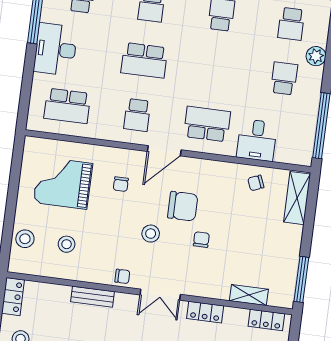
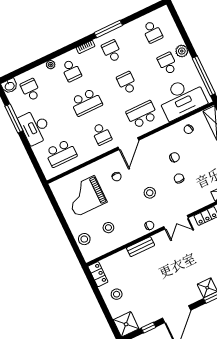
plant: (316, 56) -> (182, 51), moved
school desk: (214, 69) -> (127, 83), added
desk: (257, 140) -> (182, 98), width x1.87, depth x1.30
chair: (183, 206) -> (174, 157), moved, width x0.54, depth x0.54

